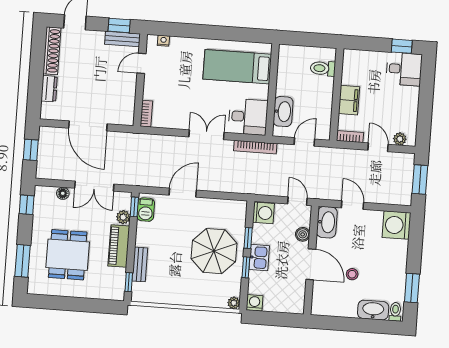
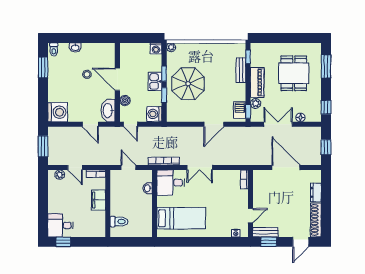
washbasin: (283, 112) -> (148, 188), width x0.52, depth x0.69
door: (304, 142) -> (128, 167), swing flipped
washbasin: (373, 310) -> (75, 47), width x0.52, depth x0.69

